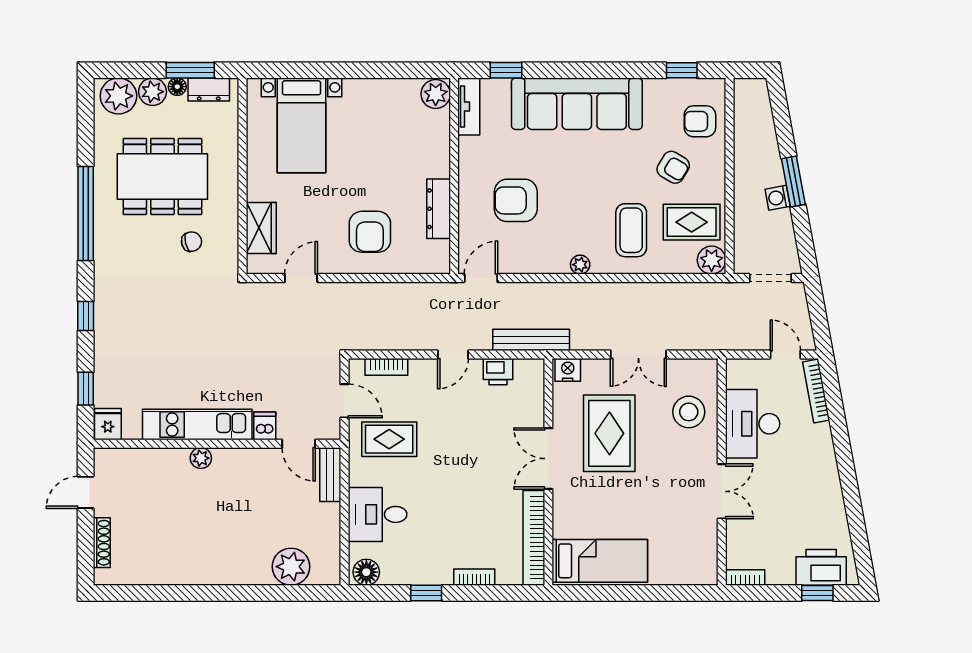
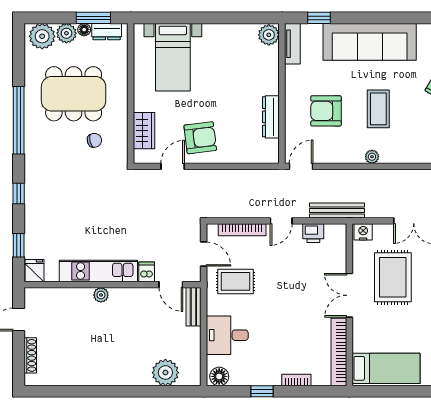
coffee table: (631, 230) -> (378, 109), moved
armchair: (370, 232) -> (200, 138), moved, turned -97
bookcase: (386, 367) -> (242, 230), width x1.56

